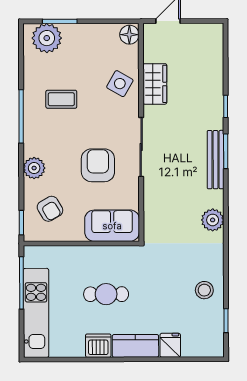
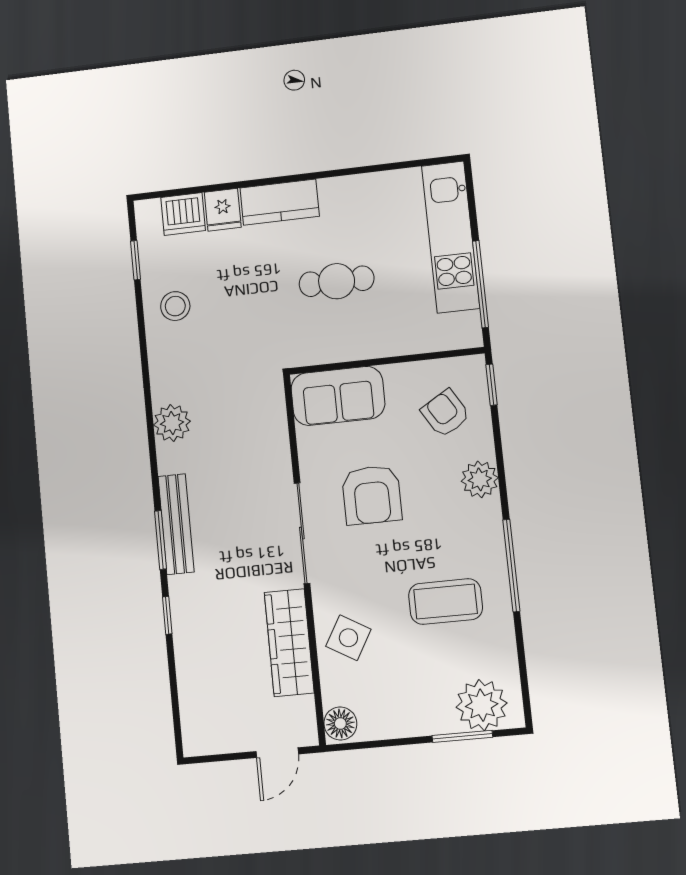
wardrobe: (155, 84) -> (289, 643), width x1.50
coffee table: (61, 99) -> (446, 602), width x1.36, depth x1.30
dishwasher: (98, 346) -> (183, 214), moved

